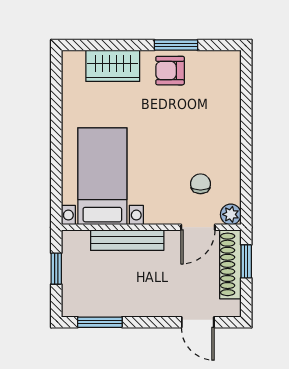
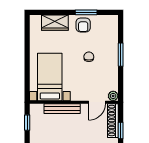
armchair: (170, 71) -> (83, 25), turned -90
window: (246, 130) -> (121, 55), added
chair: (200, 184) -> (89, 57), moved
window: (246, 261) -> (121, 130), moved

